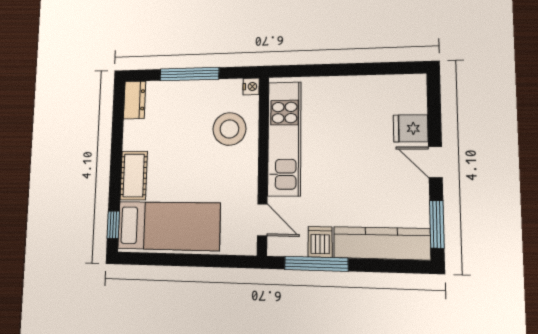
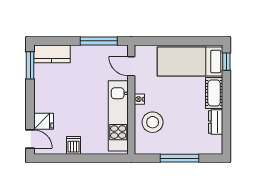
nightstand: (251, 86) -> (139, 99), moved
dresser: (135, 100) -> (216, 122), moved
door: (435, 162) -> (30, 139), moved
dishwasher: (320, 242) -> (74, 145), moved, turned 180
kitchen counter: (382, 243) -> (52, 54), width x0.67

